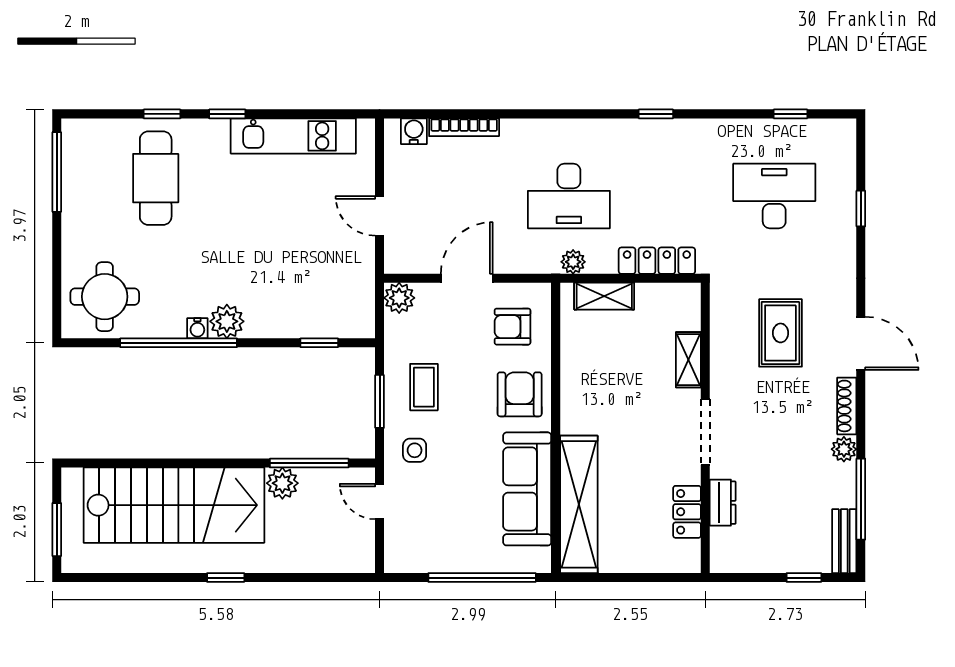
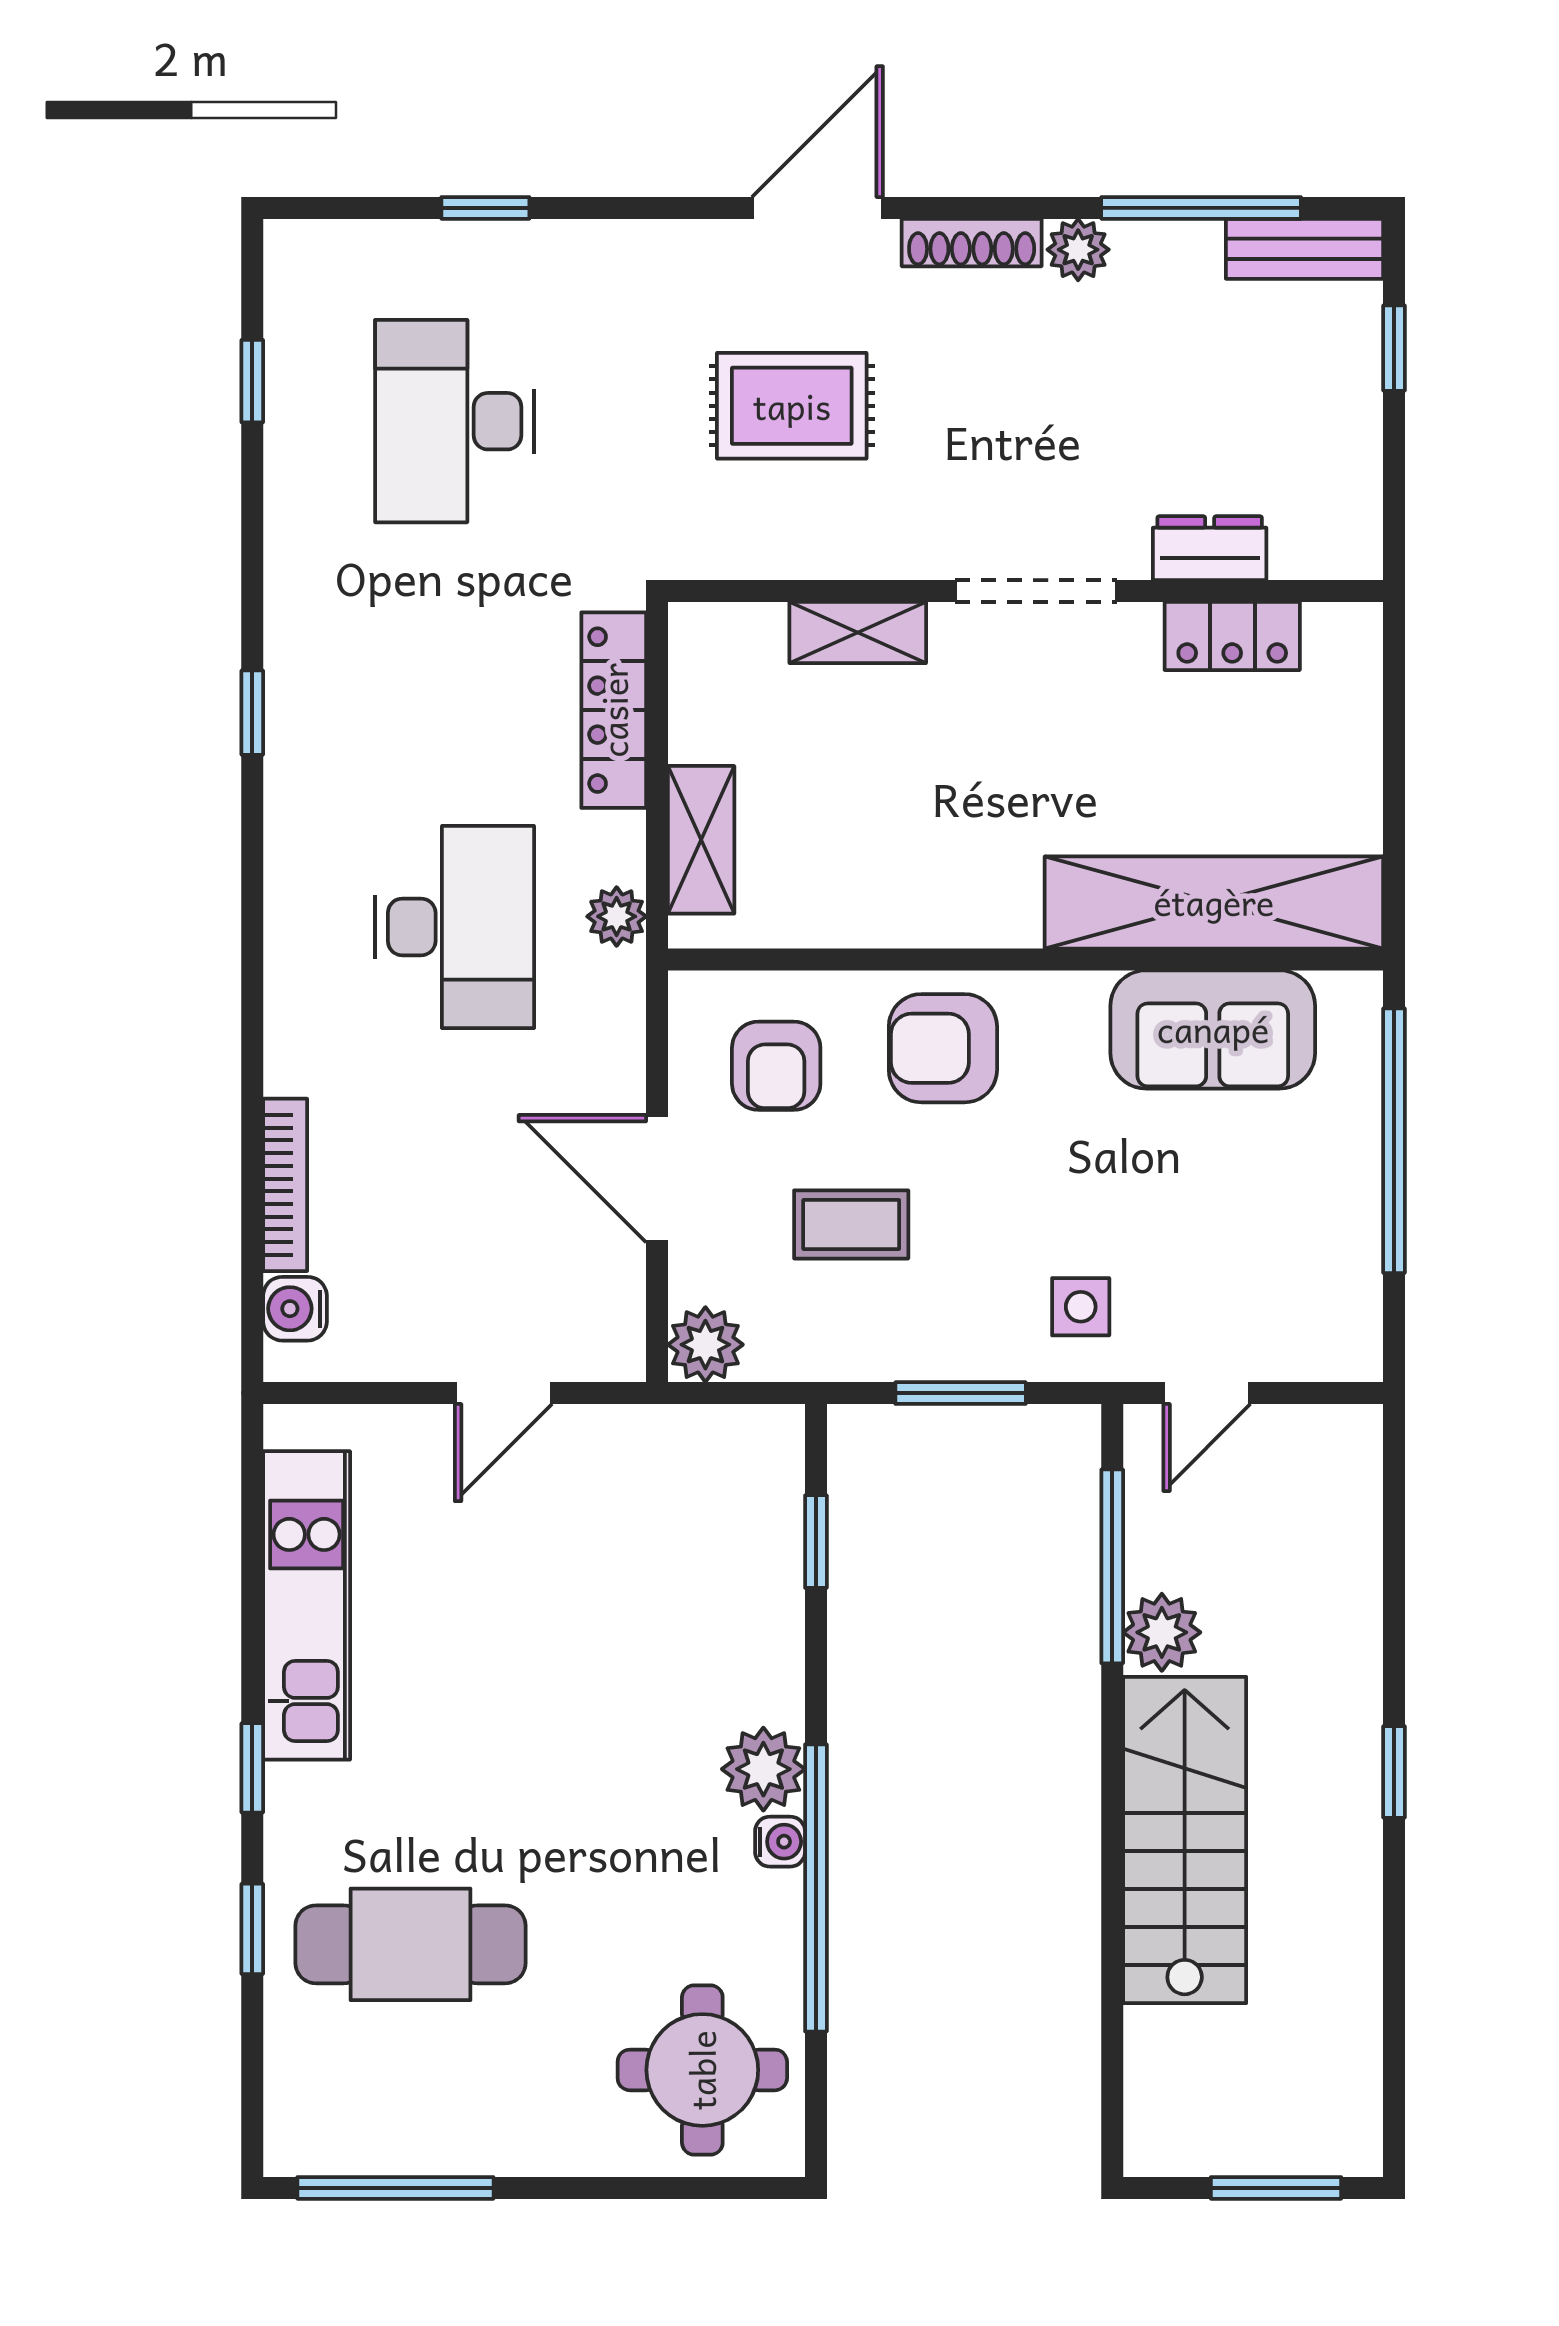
coffee table: (424, 387) -> (851, 1224), moved
sofa: (527, 489) -> (1213, 1029), width x0.73
stairs: (174, 505) -> (1185, 1840), width x0.73, depth x0.66

